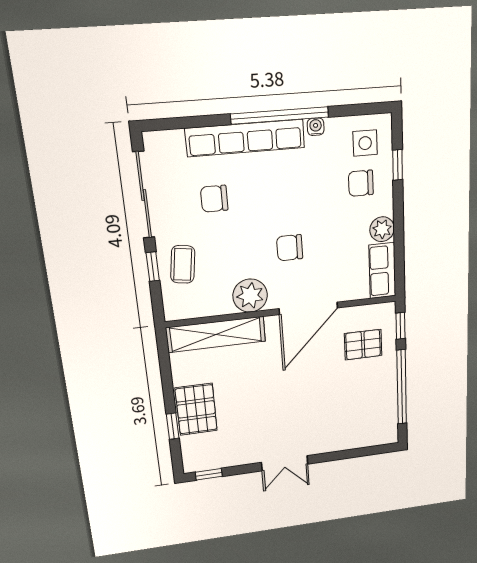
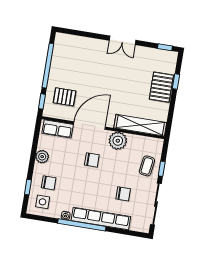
row of seats: (382, 271) -> (58, 129), moved, turned 90
double door: (285, 463) -> (123, 40), swing flipped

